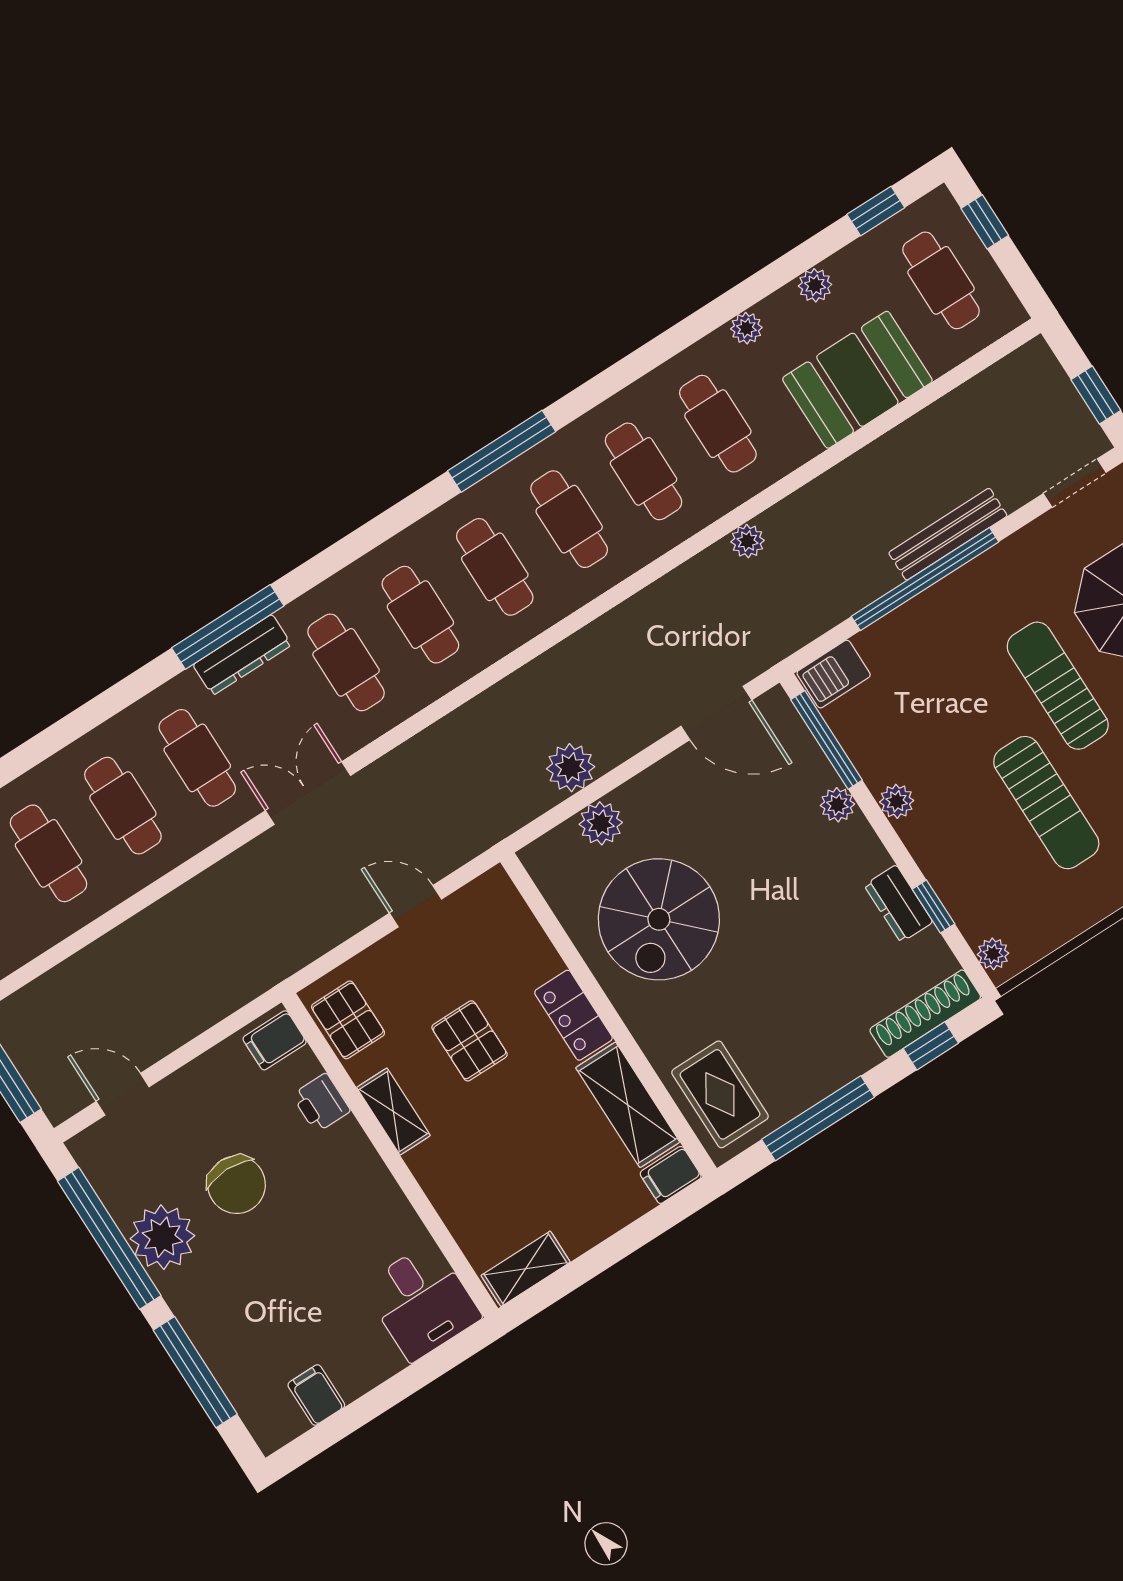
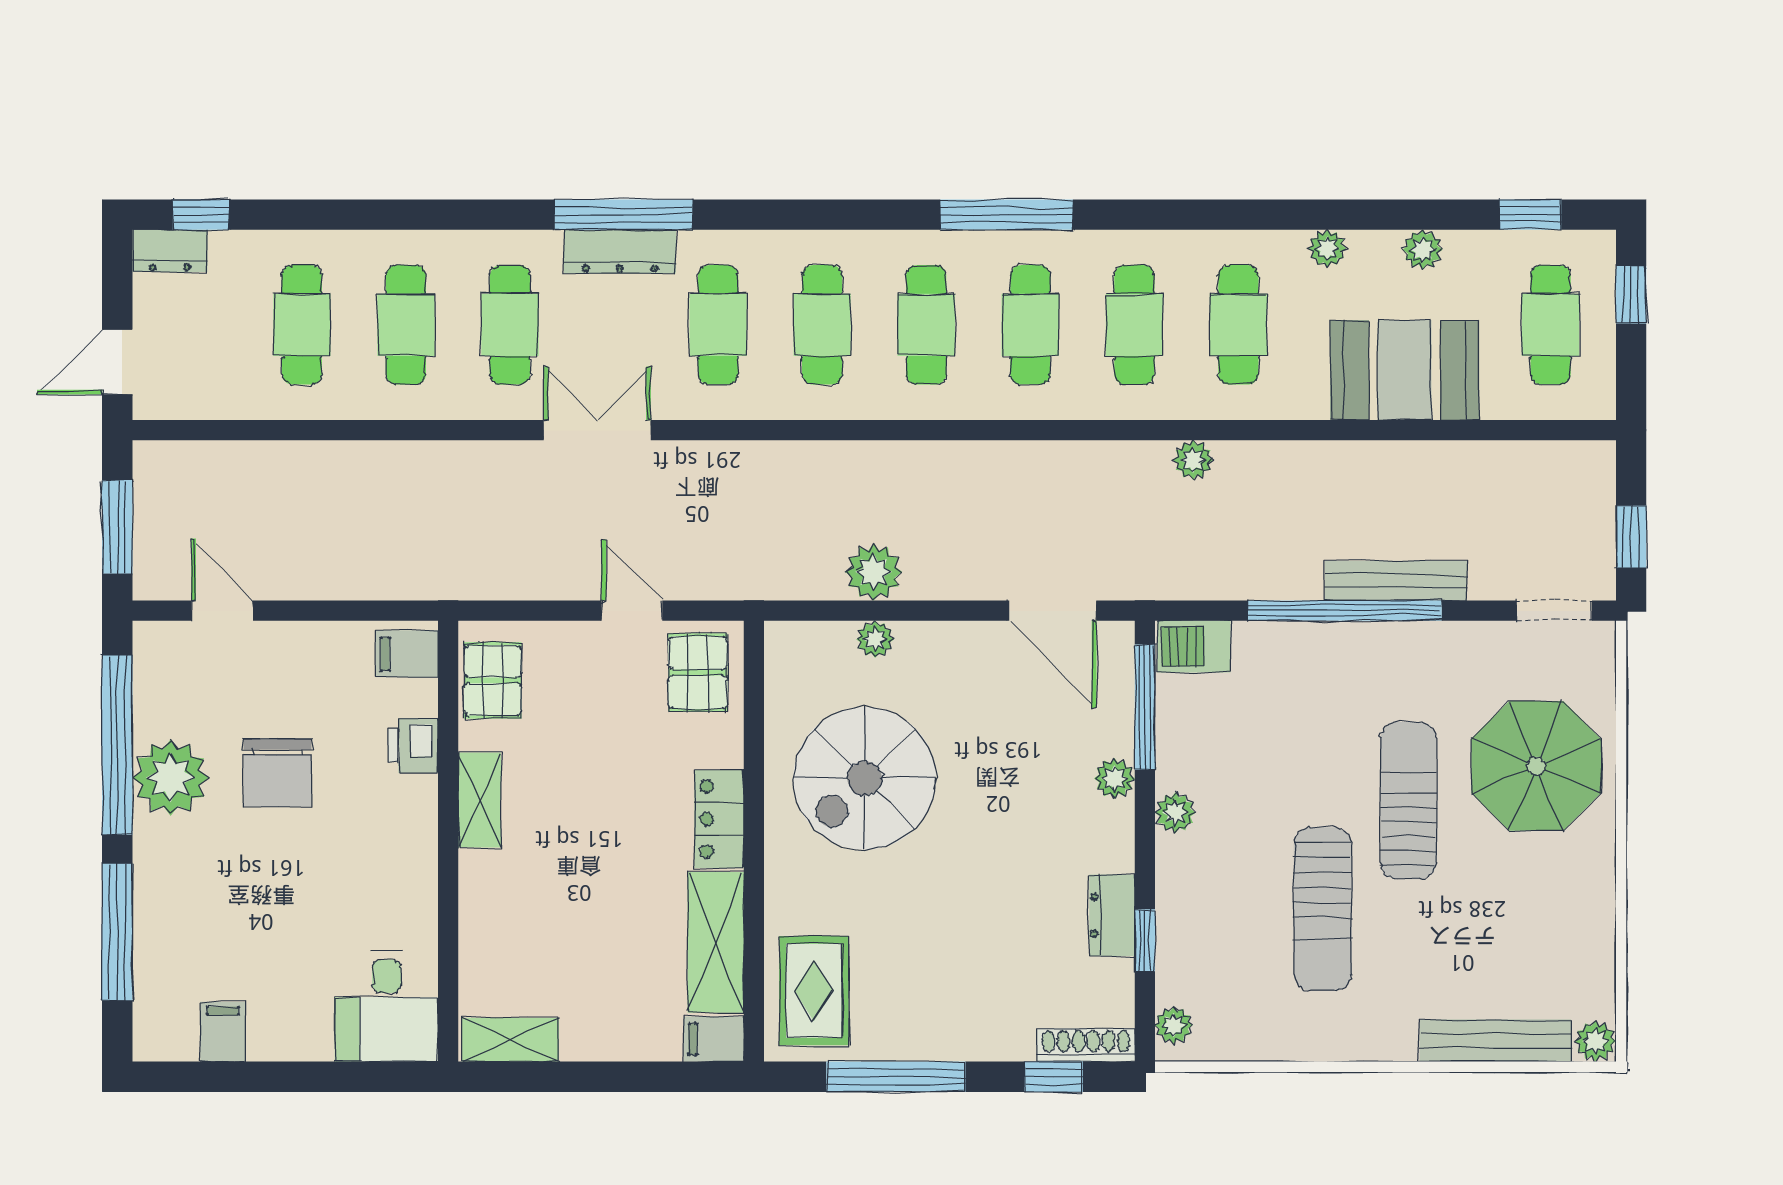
plant: (601, 823) -> (875, 639), width x0.73, depth x0.73
shoe rack: (925, 1014) -> (1086, 1045), width x0.74, depth x0.81
pallet: (470, 1041) -> (698, 673), moved

